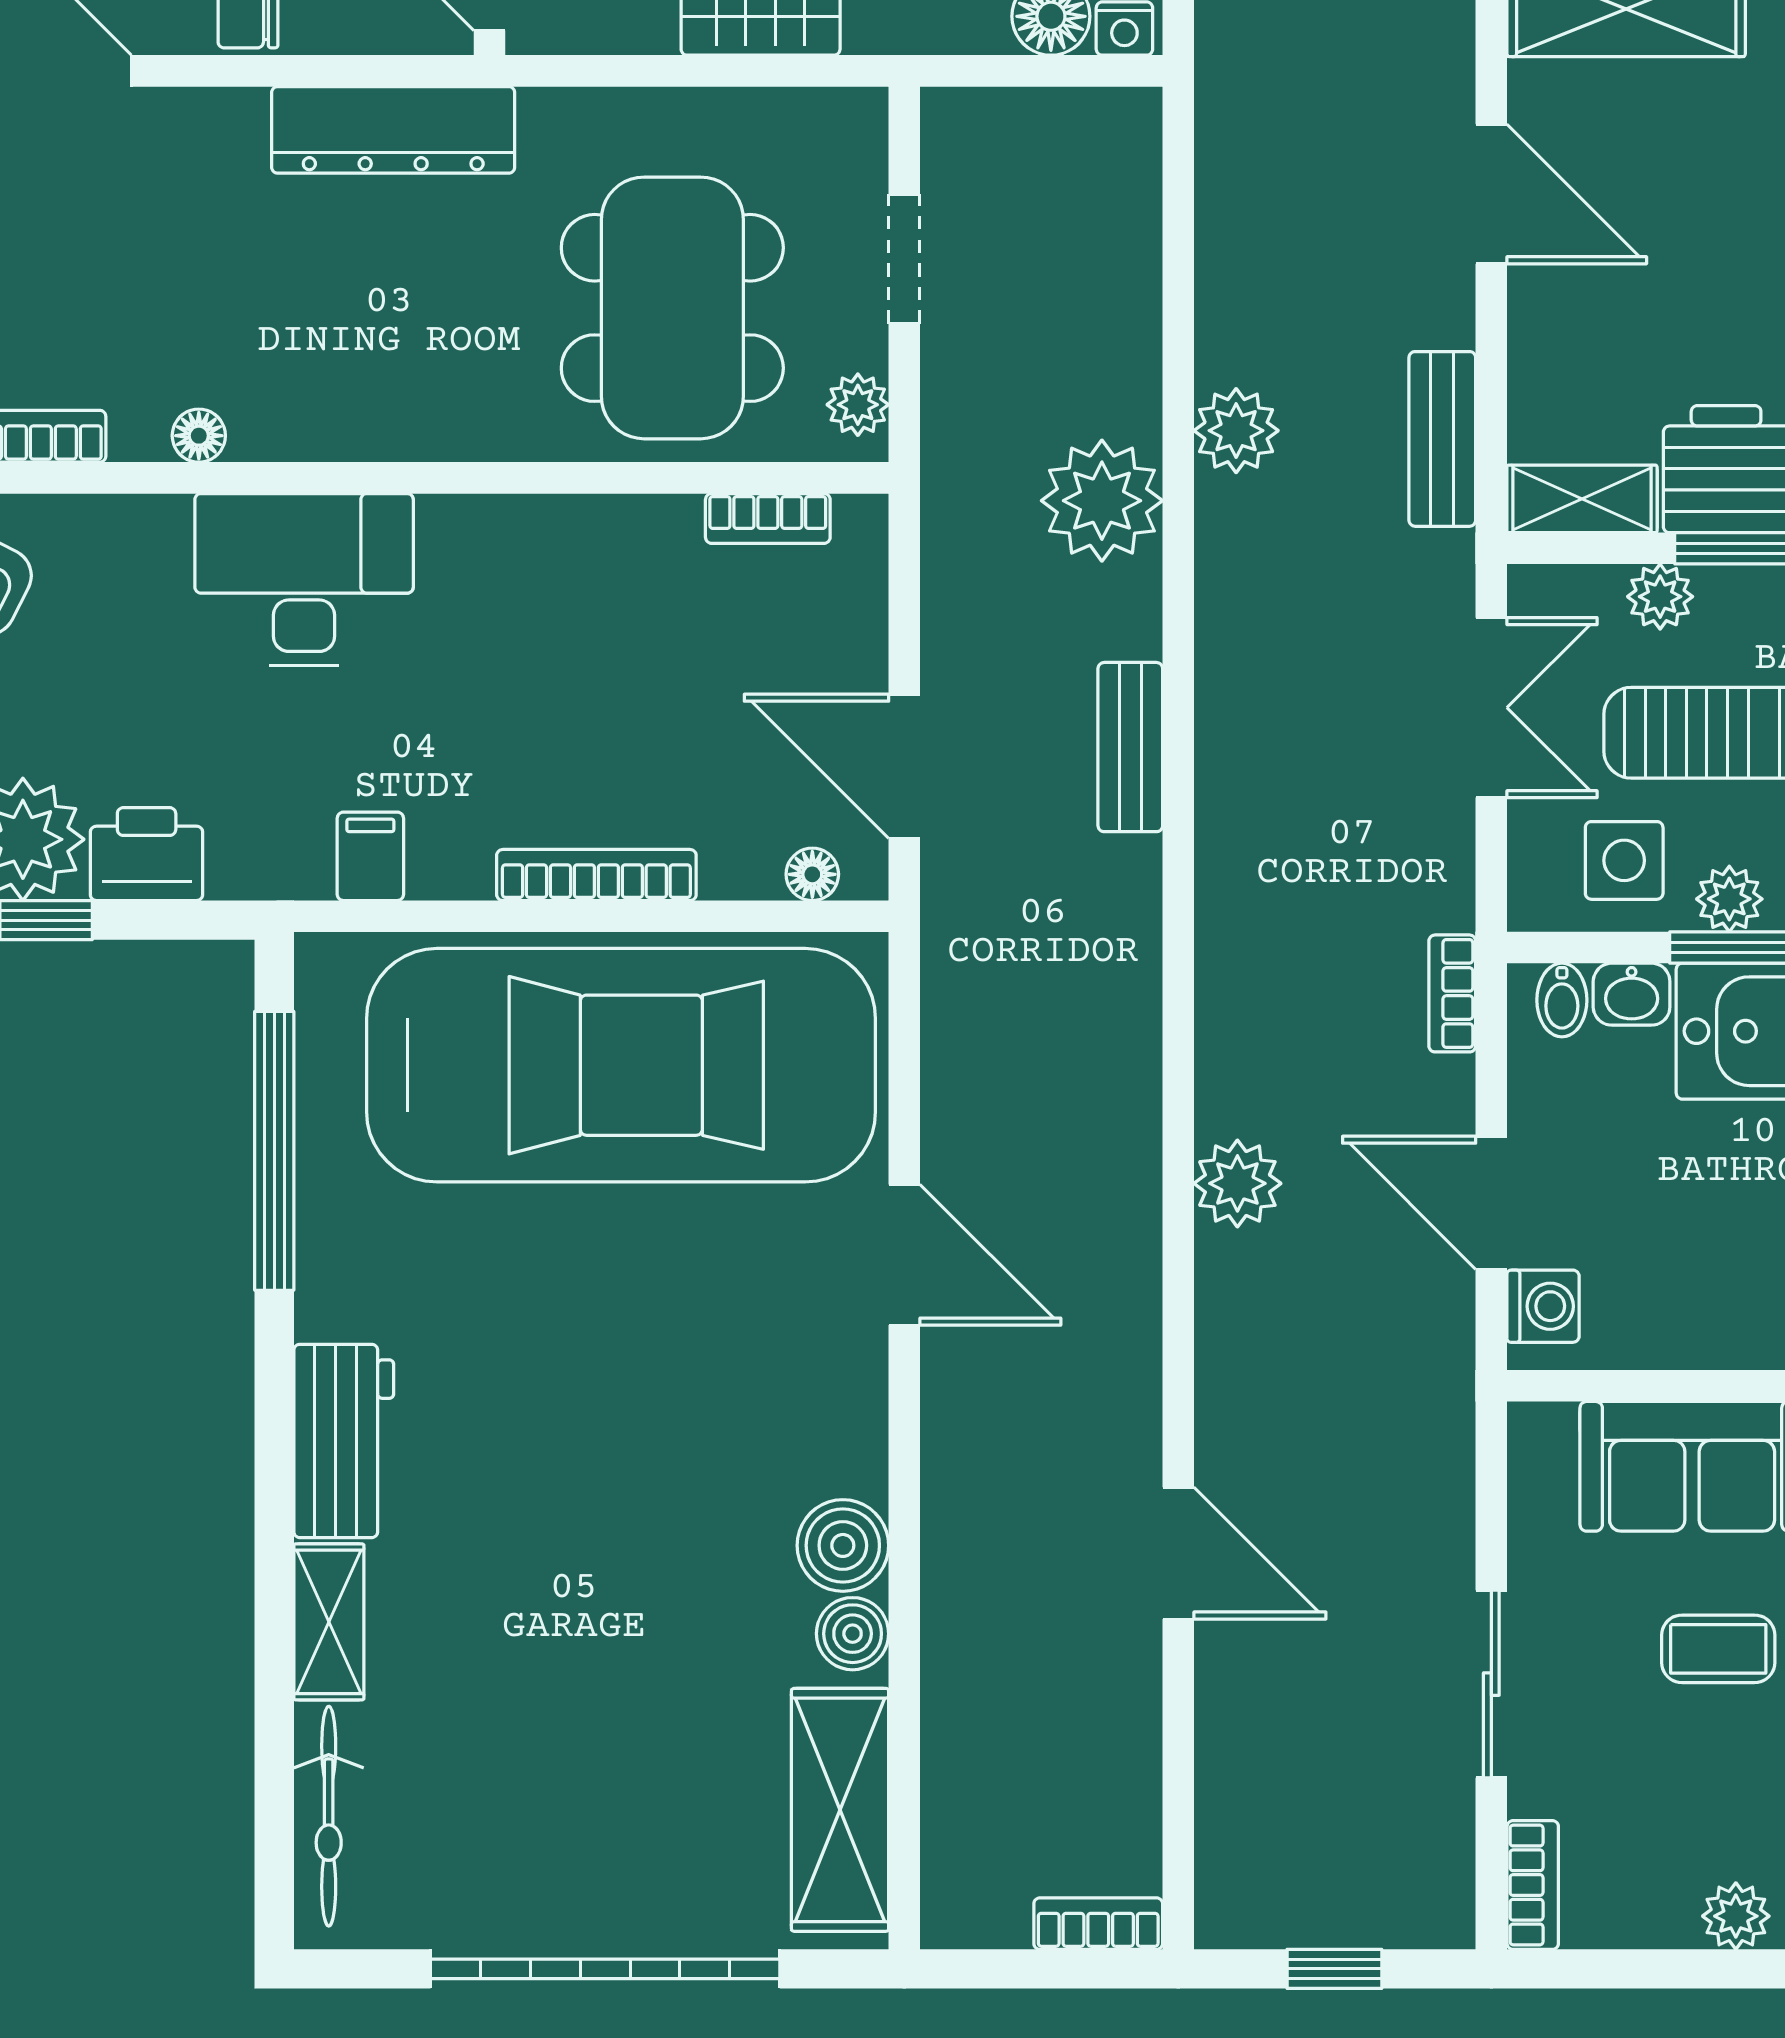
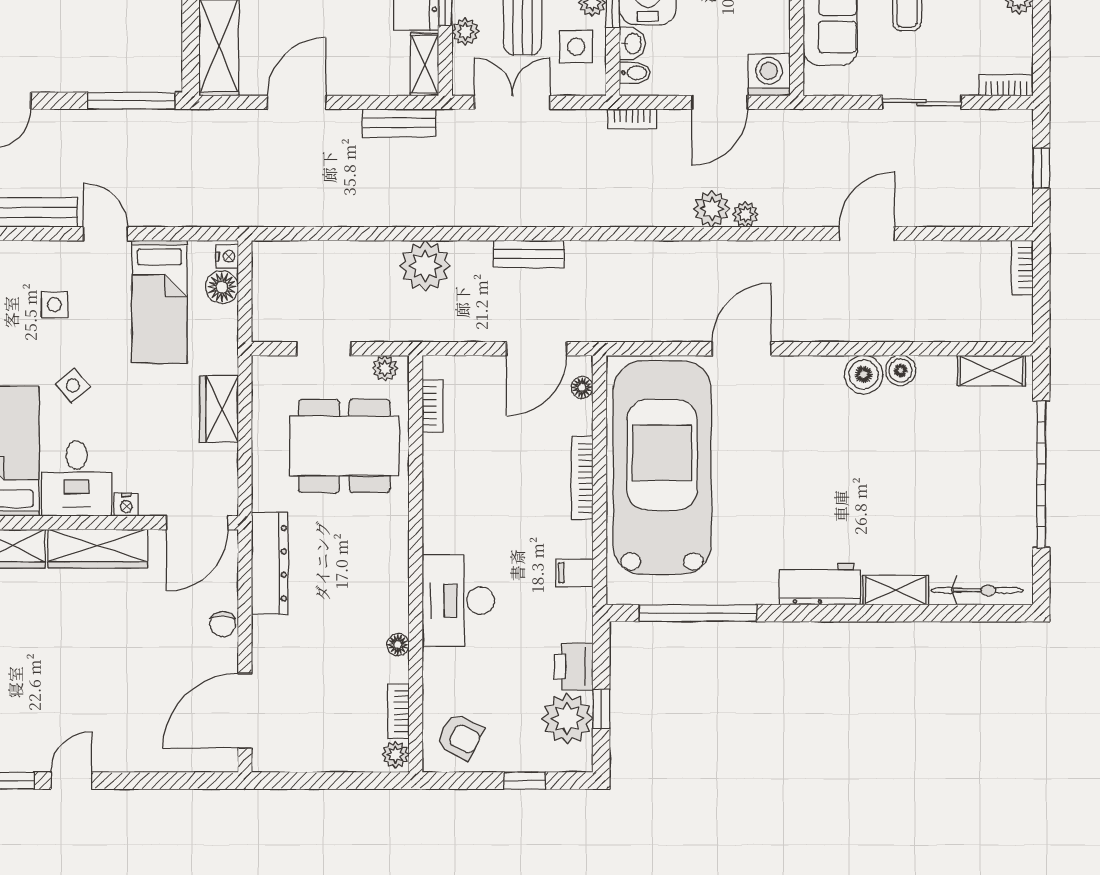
plant: (1236, 431) -> (745, 214), moved, width x0.73, depth x0.73
washing machine: (1543, 1306) -> (769, 75), width x1.38, depth x1.38
shelving: (840, 1810) -> (992, 371), width x0.67, depth x0.75

